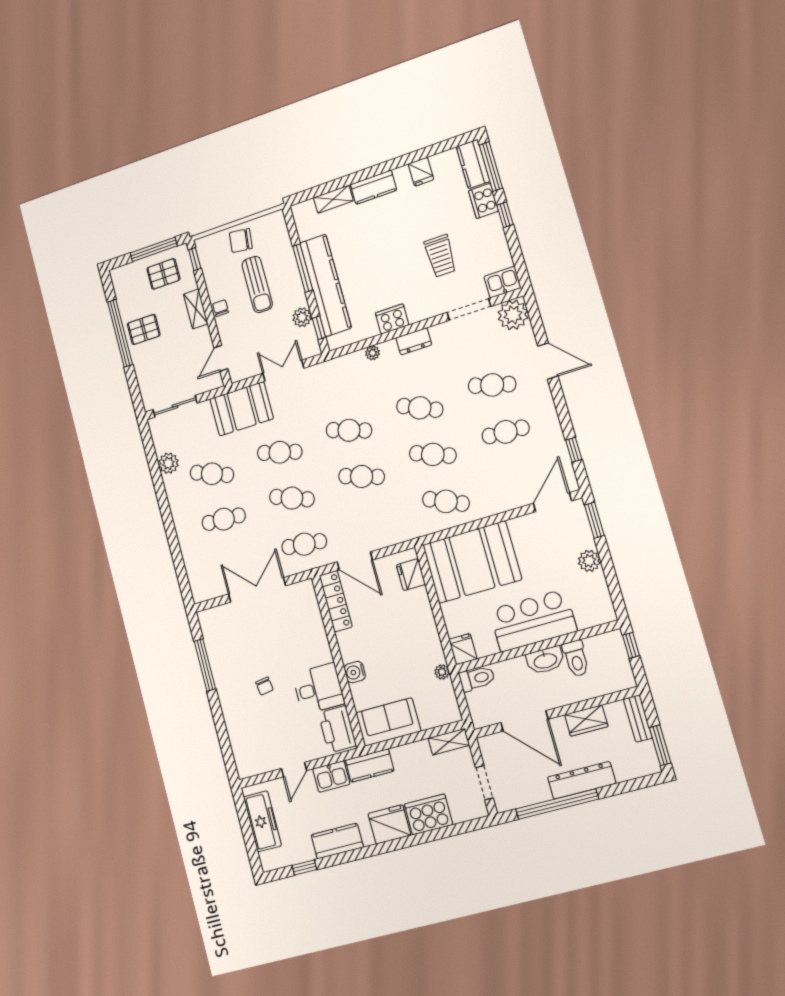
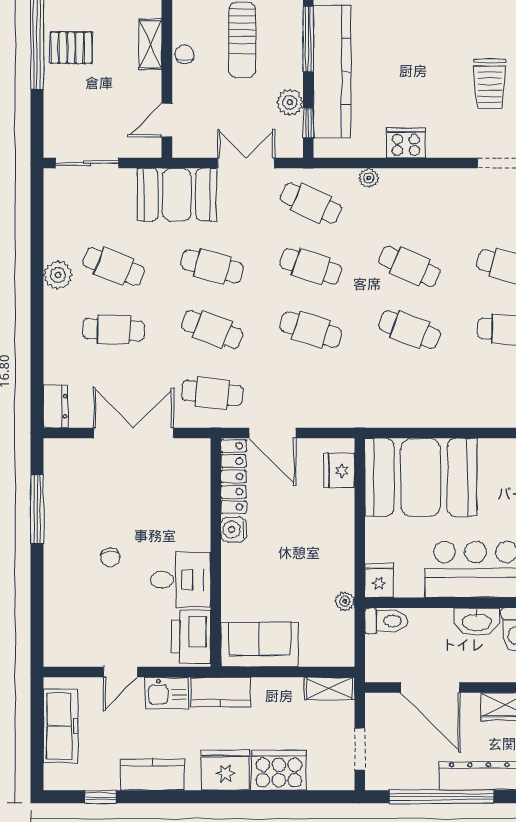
dresser: (414, 341) -> (56, 406), moved, turned -90
plant: (168, 463) -> (58, 275), moved
cafe table: (446, 501) -> (311, 203), moved
water cooler: (355, 672) -> (234, 529), moved

